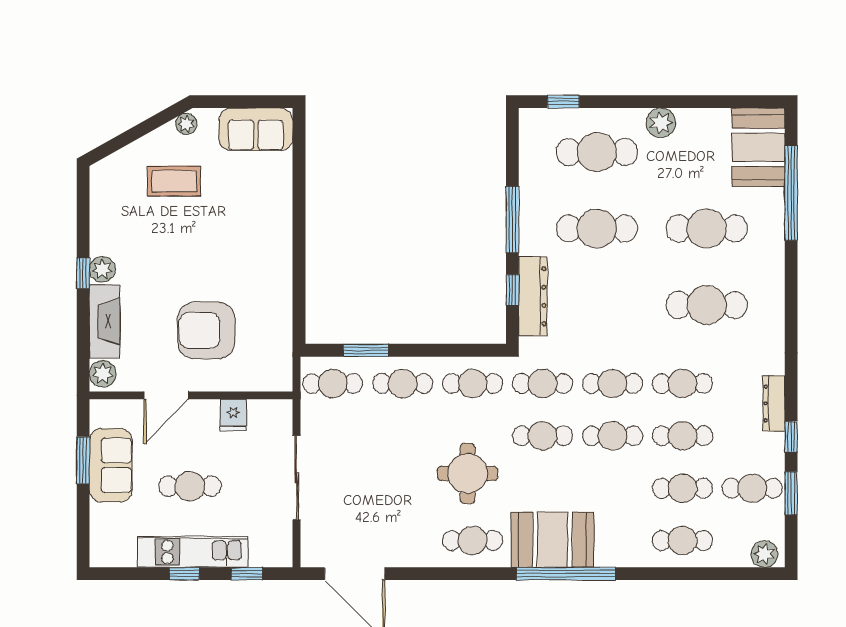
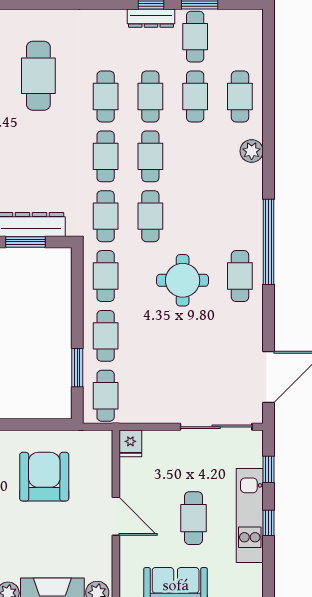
window: (512, 290) -> (25, 242), width x1.50
armchair: (206, 330) -> (44, 477), moved, turned 180
door: (166, 395) -> (116, 516), moved
dresser: (774, 403) -> (151, 18), moved
fridge: (233, 415) -> (130, 443), moved, turned 90
sliding door: (297, 478) -> (216, 427), moved
booth: (552, 540) -> (239, 208), removed
plant: (764, 554) -> (252, 151), moved
window: (566, 574) -> (268, 242), moved

